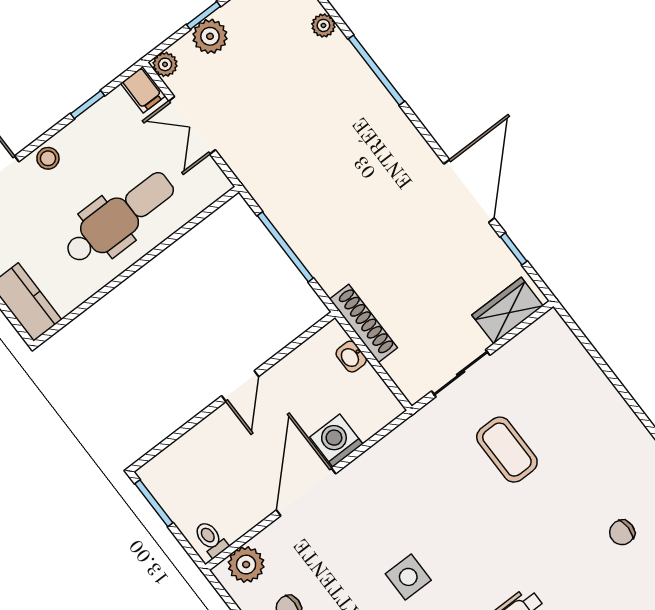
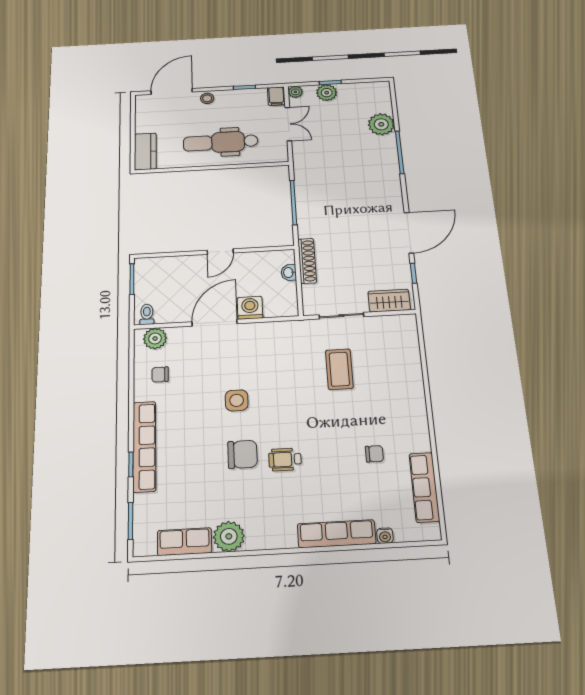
plant: (323, 25) -> (381, 124), width x1.87, depth x1.87
double door: (192, 125) -> (288, 124), swing flipped
dental chair: (119, 218) -> (221, 142), turned 180
chair: (622, 532) -> (374, 454), turned 180

